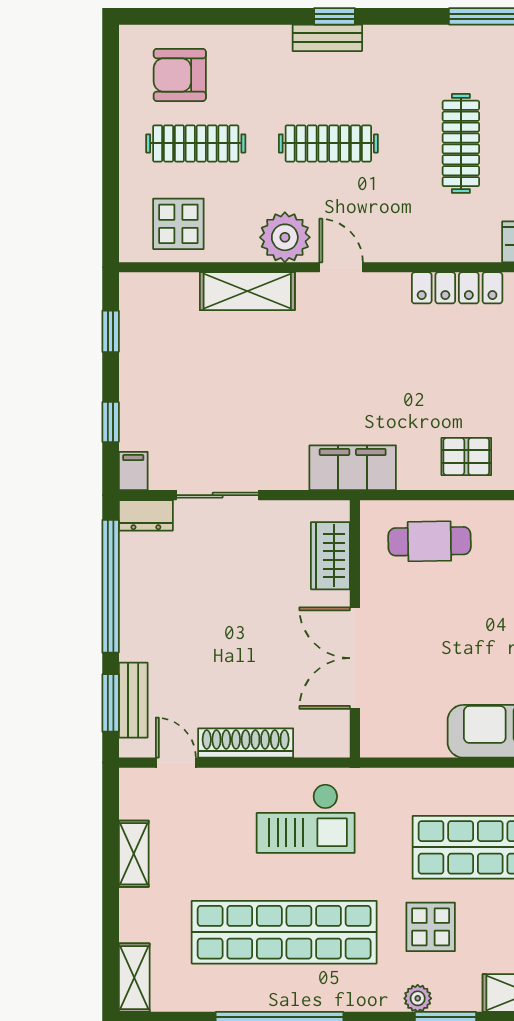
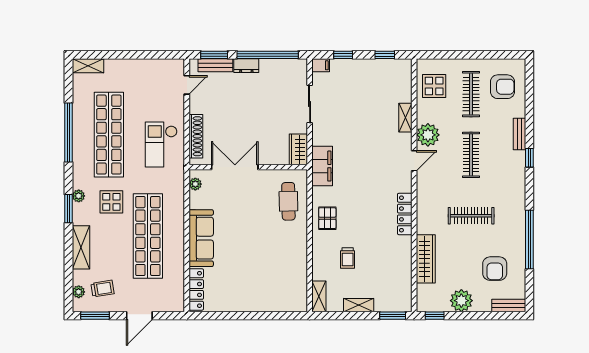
bench: (327, 38) -> (520, 134), moved
armchair: (180, 75) -> (502, 87), turned 90
shelving: (247, 291) -> (405, 118), width x0.67, depth x0.75
dresser: (146, 515) -> (246, 66), moved, turned -90
wardrobe: (330, 556) -> (298, 149), moved, turned -90
shoe rack: (246, 743) -> (196, 136), moved
plant: (392, 744) -> (195, 184), added
shelving: (134, 854) -> (145, 66), removed

